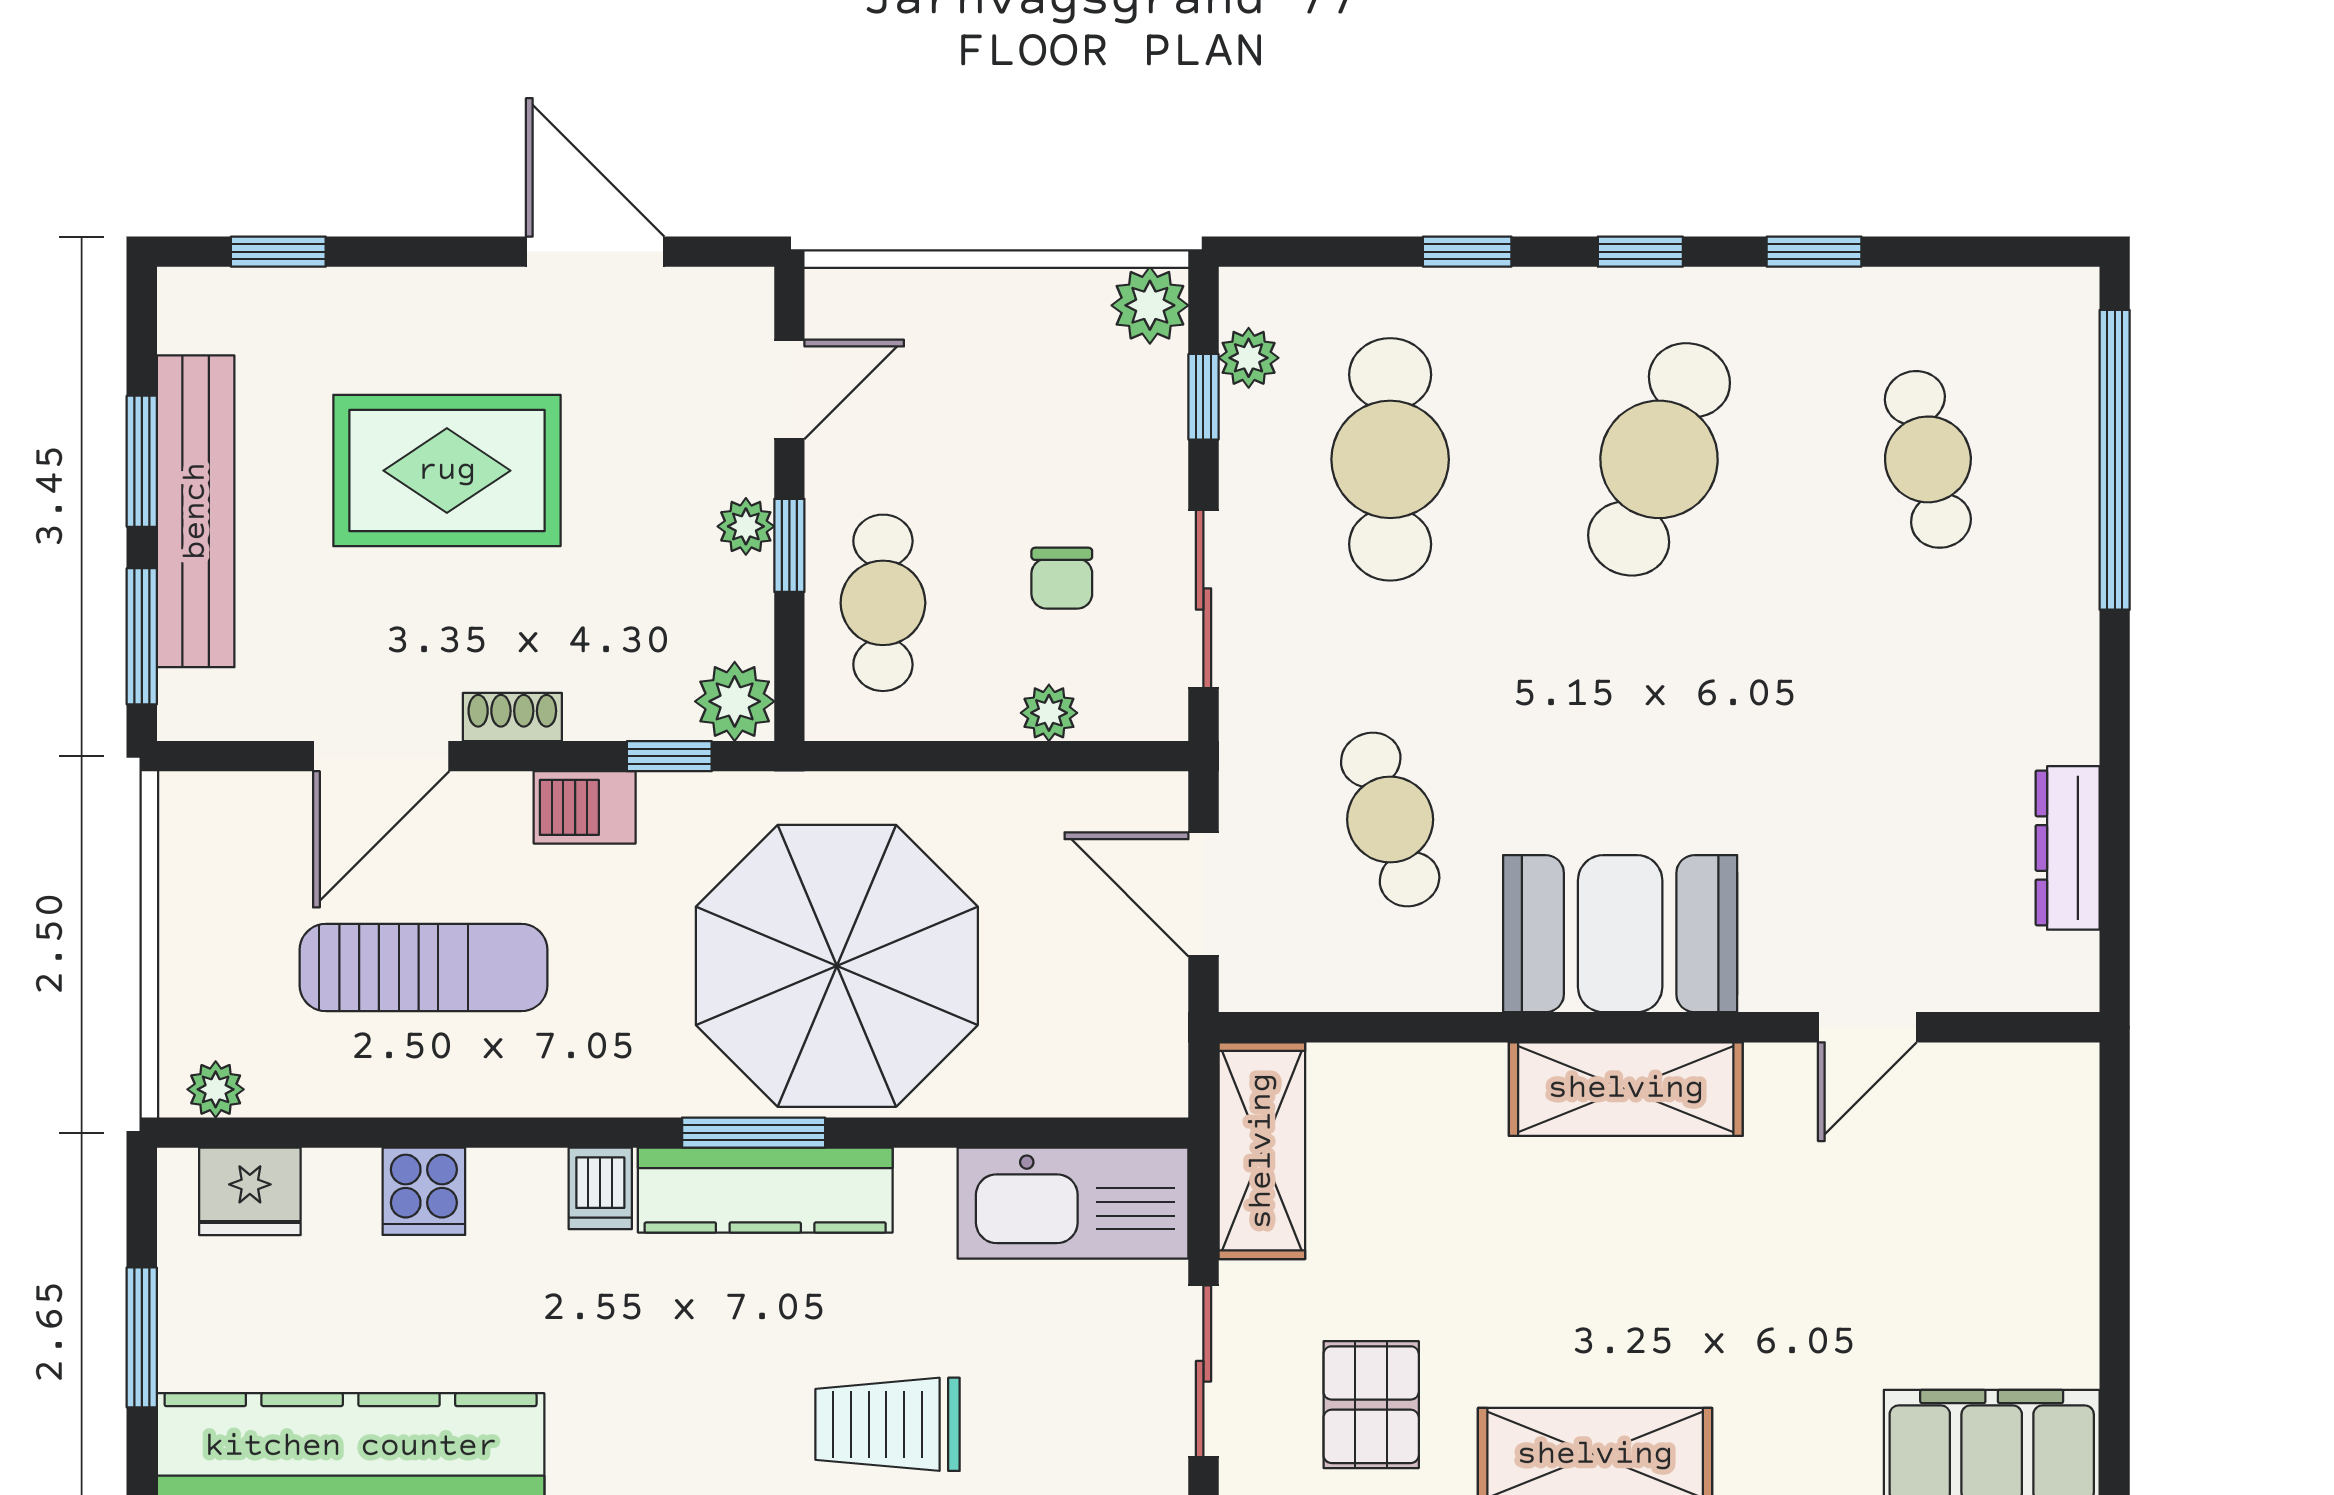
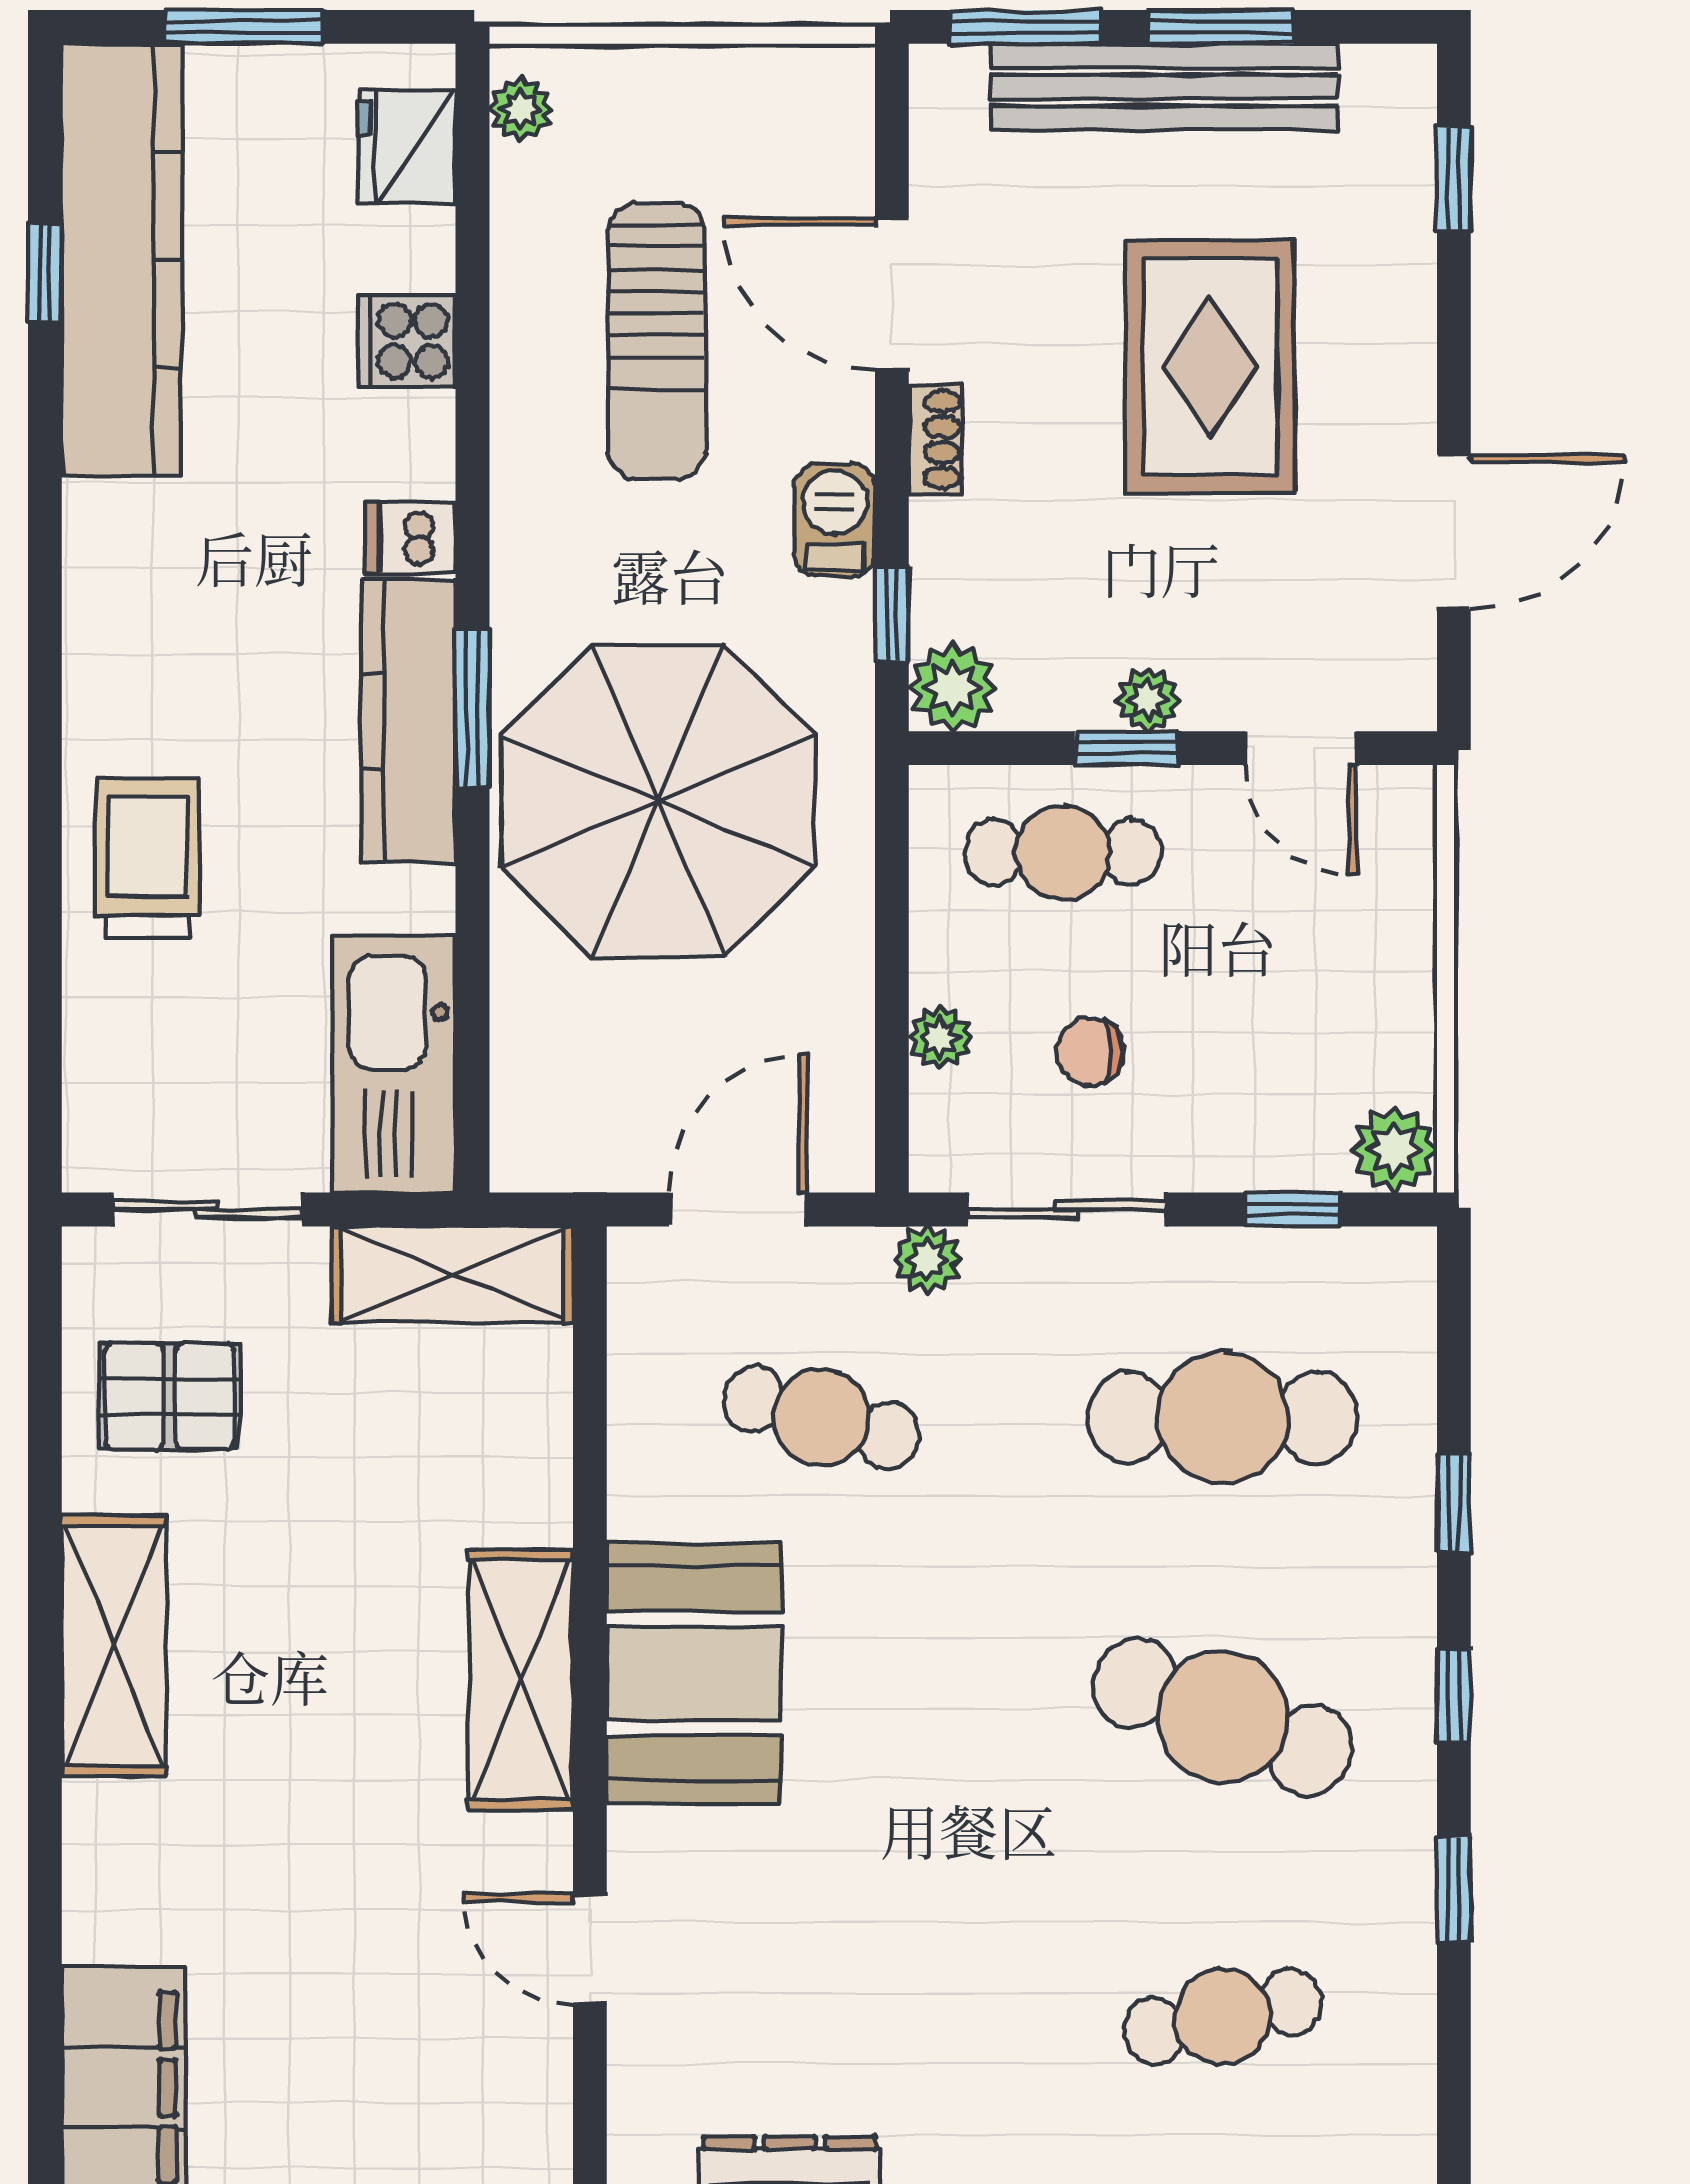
plant: (1249, 358) -> (927, 1260), moved
cafe table: (1390, 820) -> (821, 1417), turned 33

